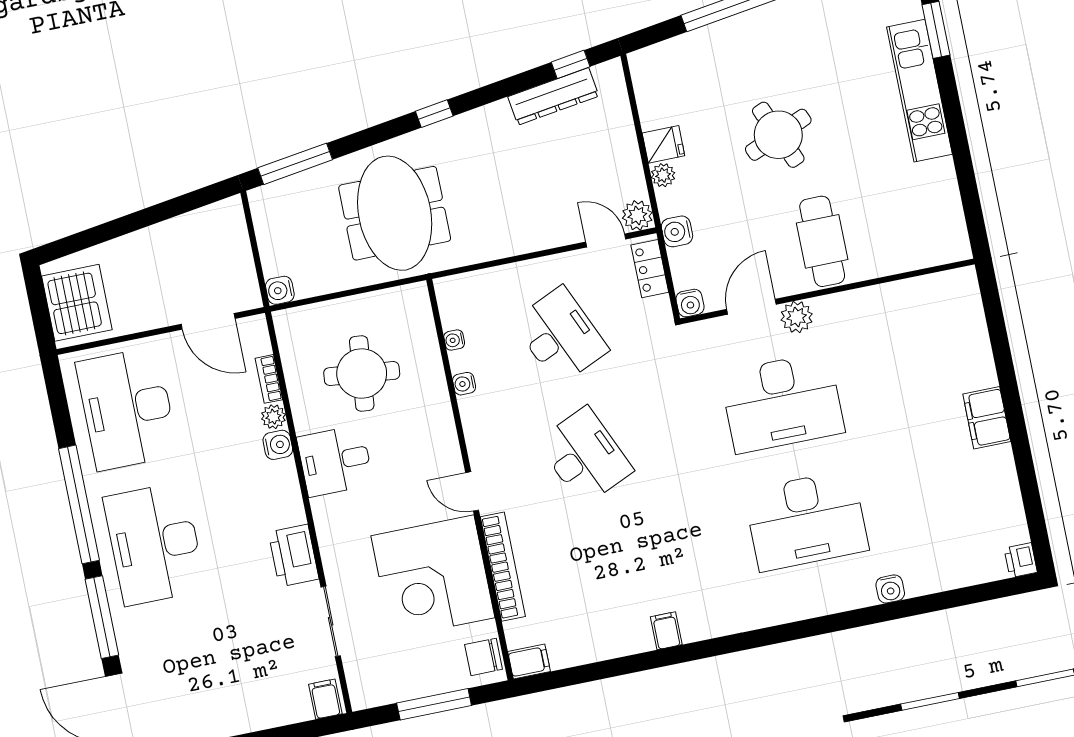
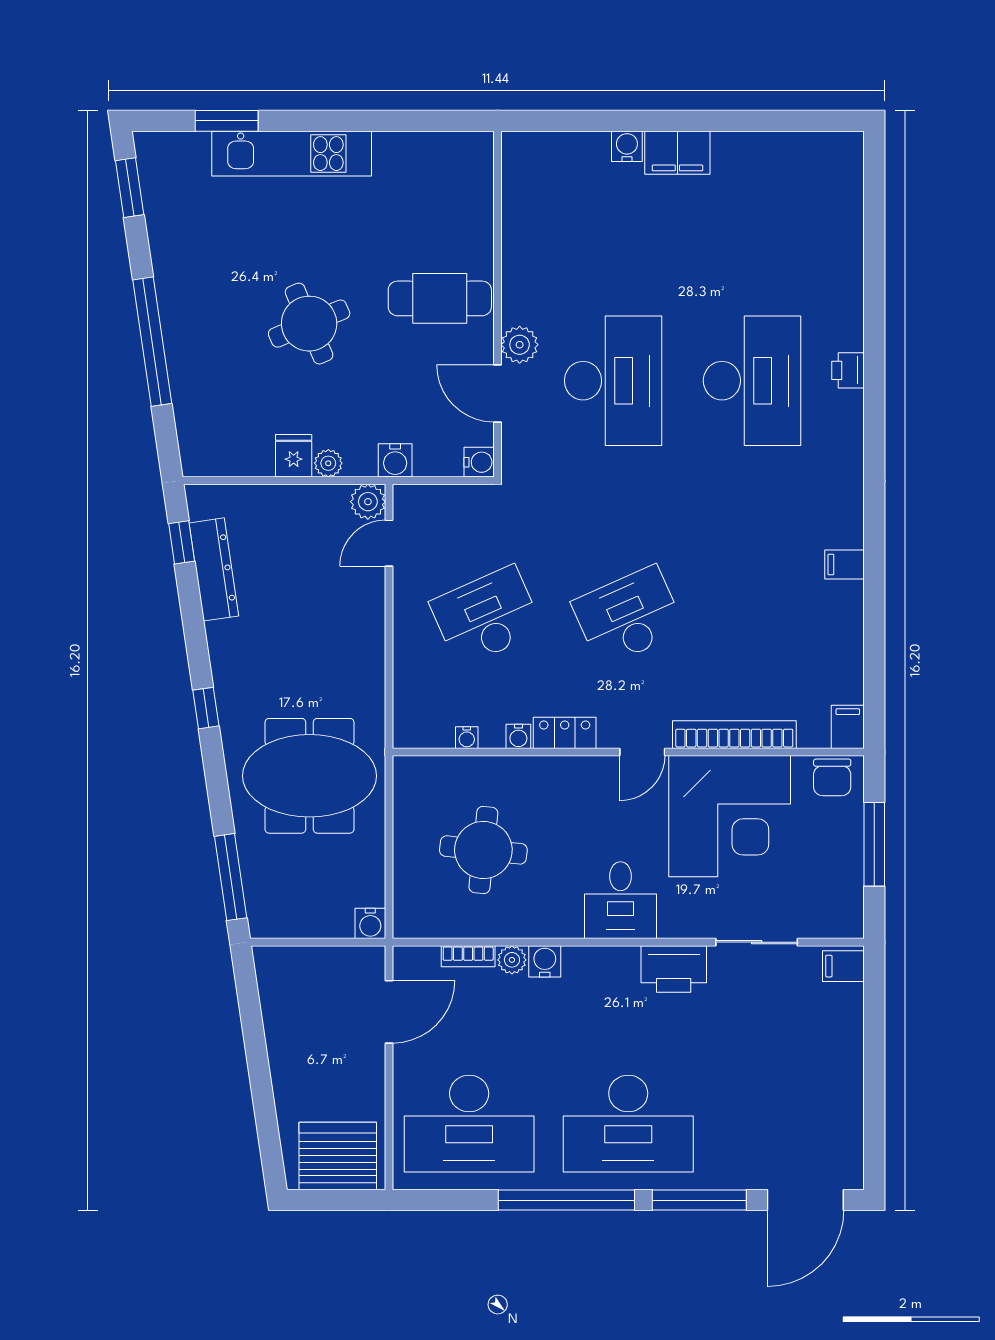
locker: (650, 269) -> (565, 733), moved, turned 180
desk: (335, 461) -> (621, 900), moved
printer: (1021, 560) -> (848, 370), moved, turned 90
water cooler: (890, 589) -> (627, 146), moved, turned -90

